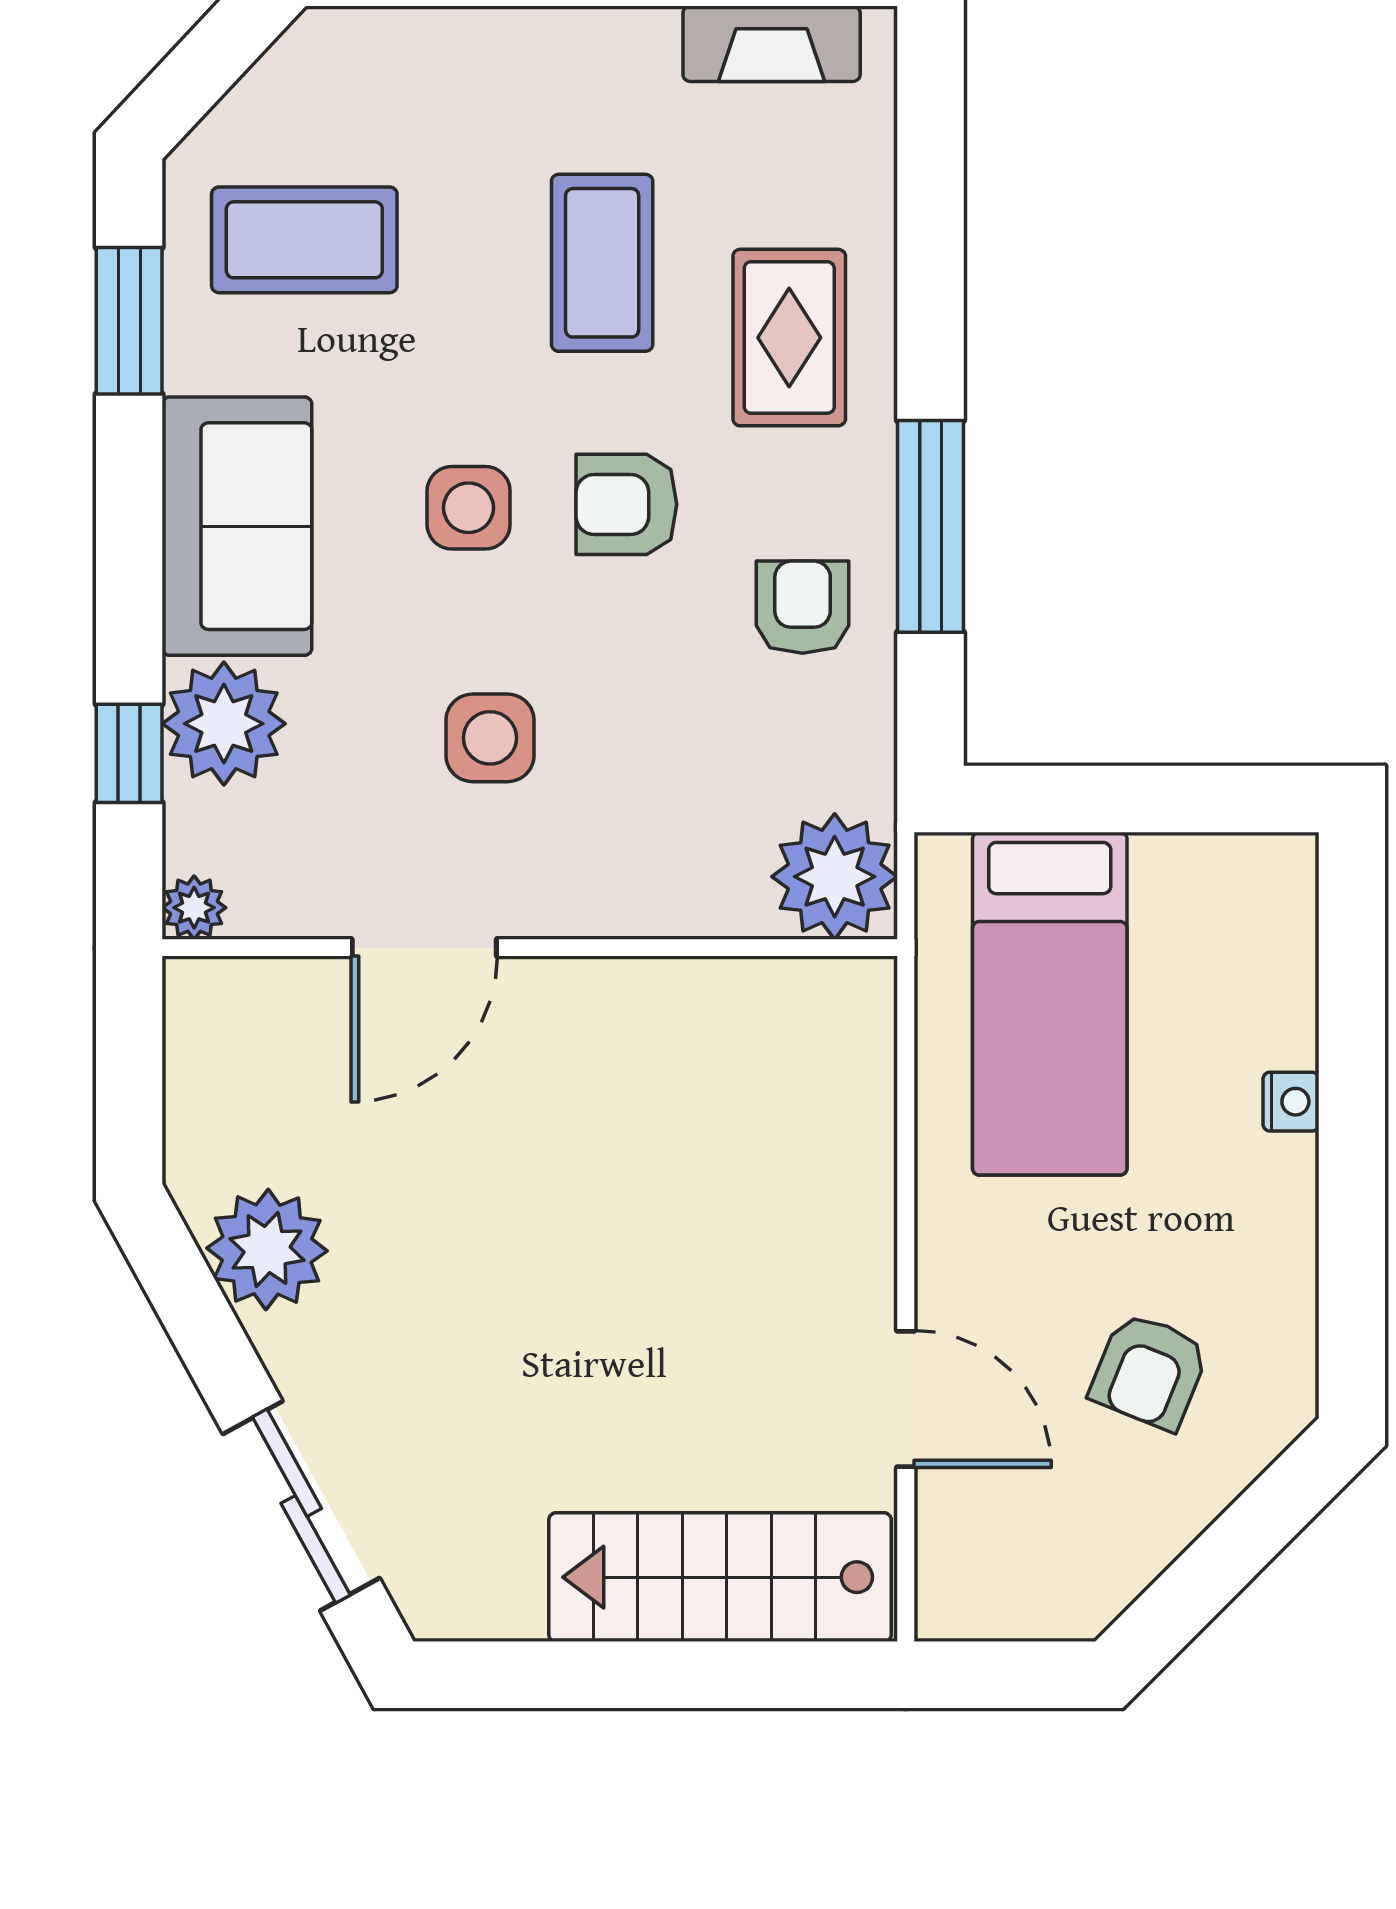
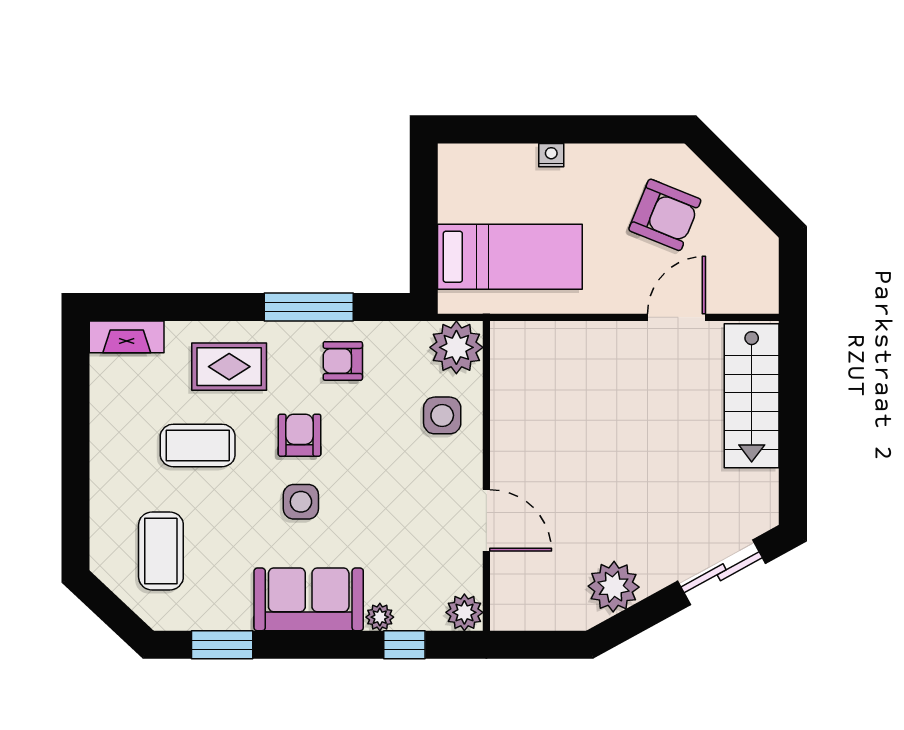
fireplace: (772, 44) -> (127, 337), moved, turned 90
coffee table: (304, 240) -> (161, 551), moved
armchair: (626, 504) -> (300, 435), turned 180
plant: (224, 724) -> (380, 617), width x0.53, depth x0.53
side table: (490, 738) -> (442, 415), moved
plant: (194, 908) -> (464, 612), width x1.38, depth x1.38
armchair: (1149, 1371) -> (665, 215), width x1.38, depth x1.38

